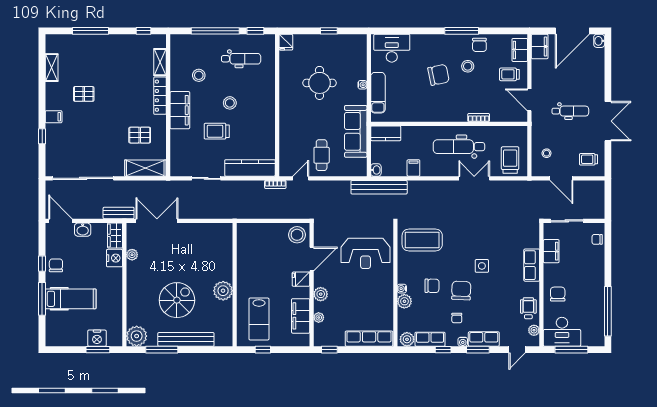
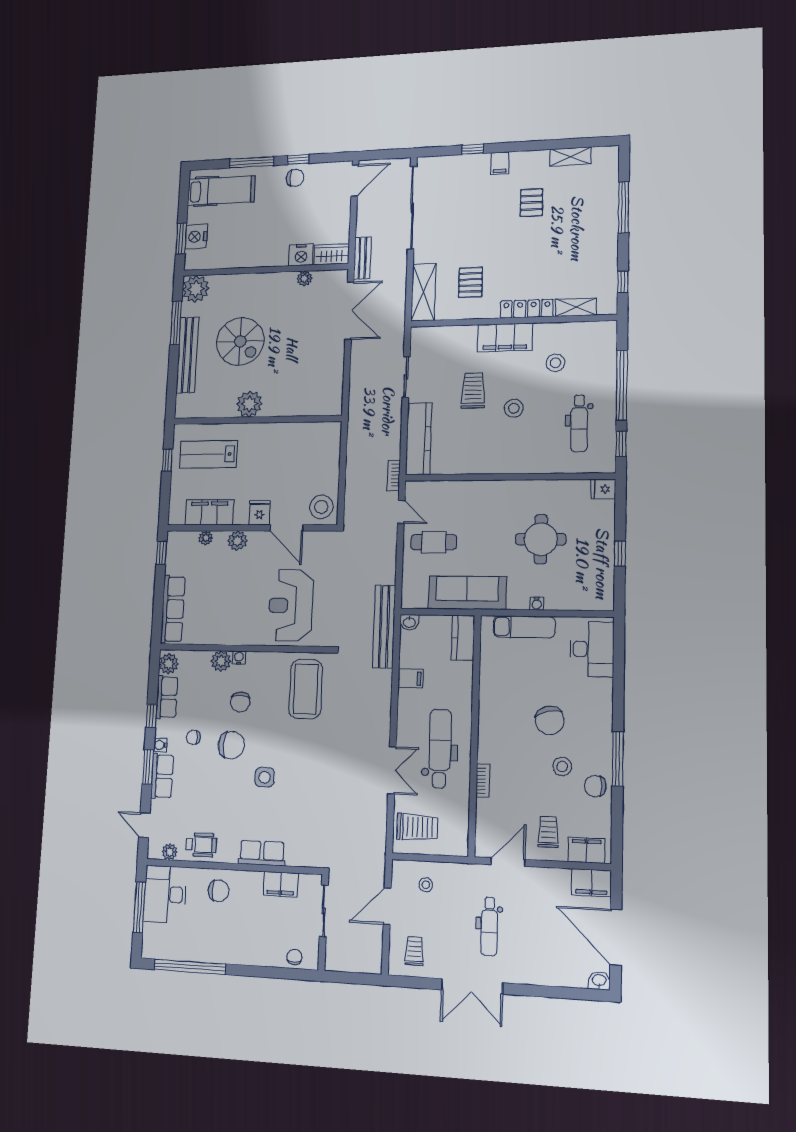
washbasin: (83, 230) -> (342, 211), removed
hospital bed: (71, 299) -> (221, 190), moved, turned -90

